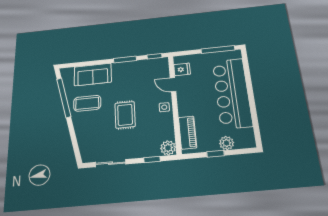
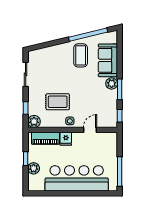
plant: (119, 68) -> (112, 83), added
fridge: (182, 69) -> (66, 139), moved
rug: (125, 115) -> (58, 102), moved

